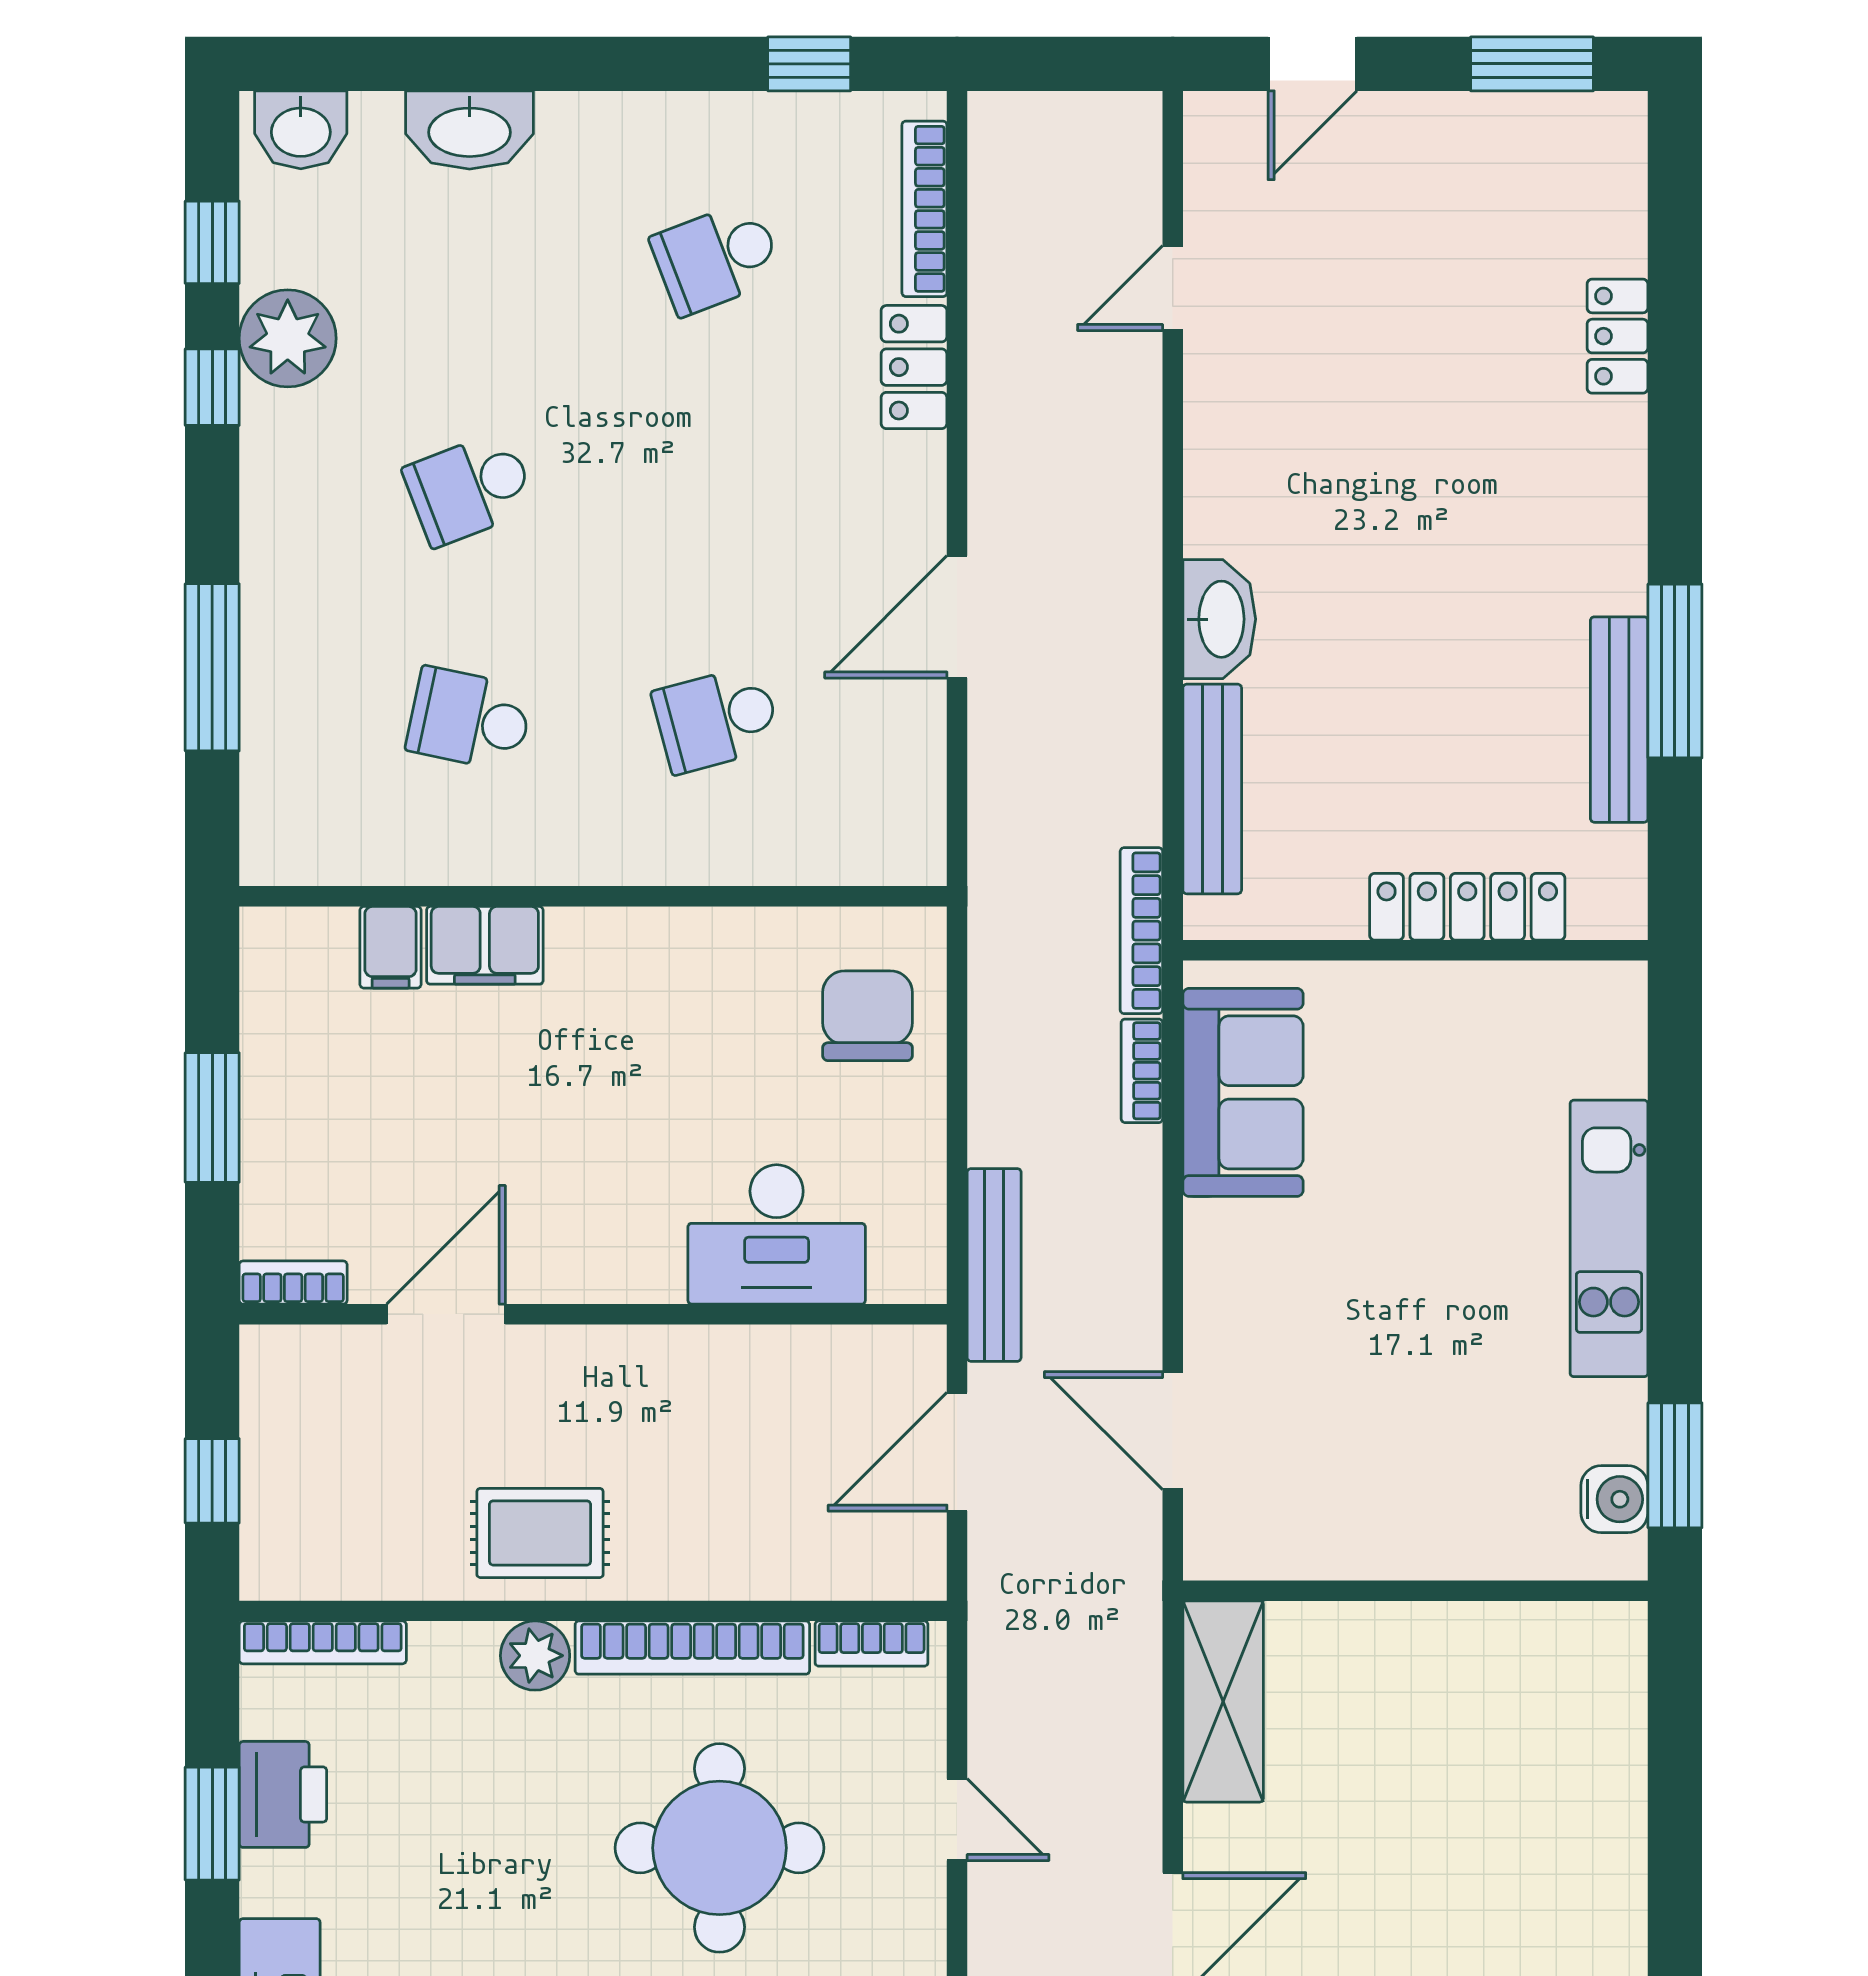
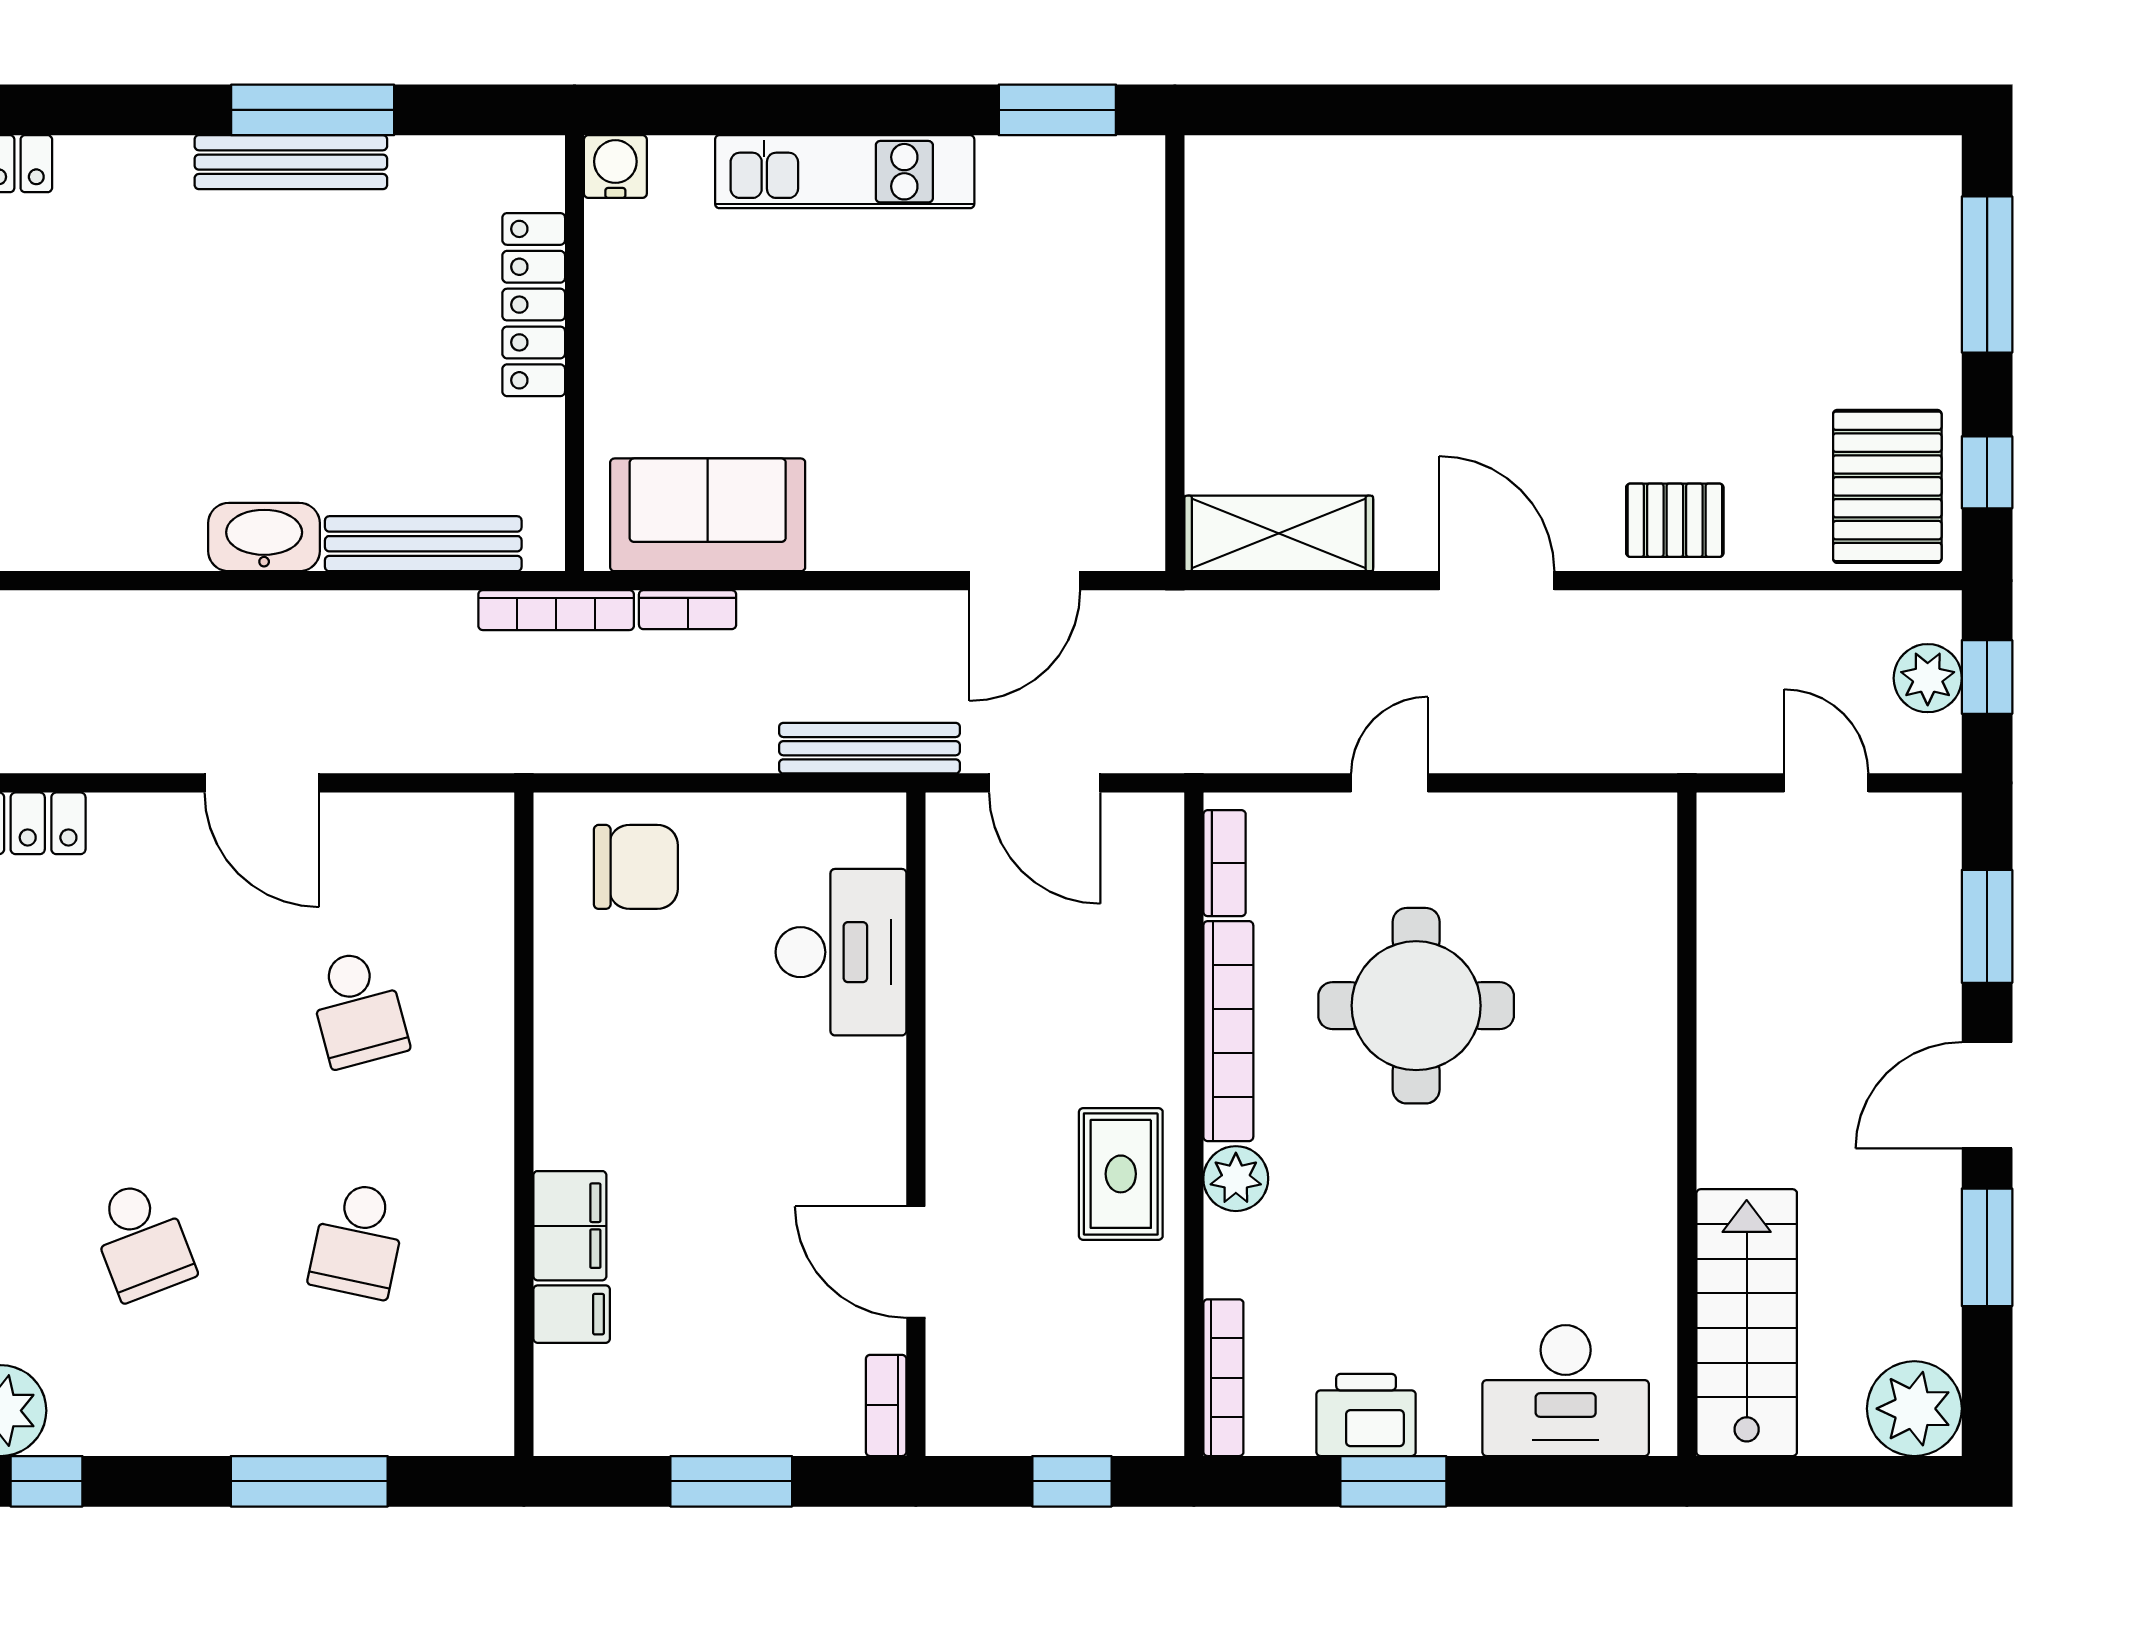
bench: (1619, 720) -> (291, 162), moved
chair: (868, 1016) -> (636, 867), turned 180
water cooler: (1614, 1499) -> (615, 167), moved

